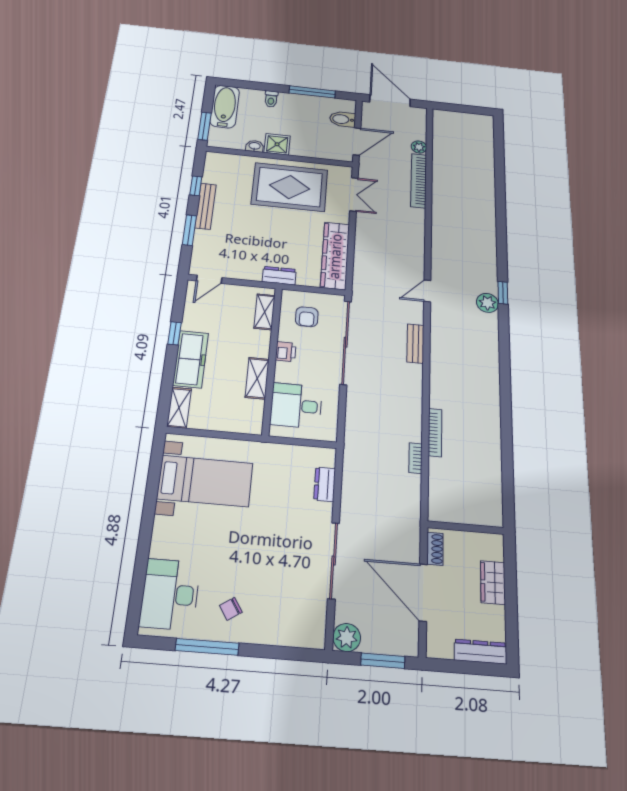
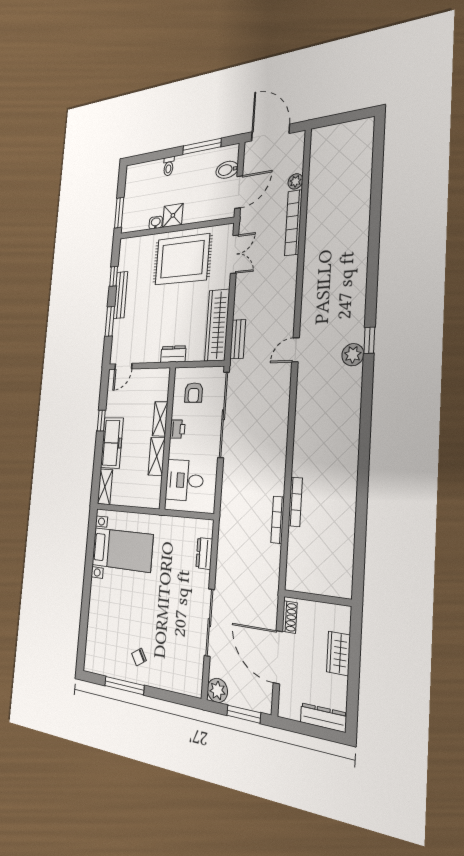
bathtub: (225, 107) -> (133, 187), removed
shelving: (265, 312) -> (160, 419), moved
bench: (415, 344) -> (238, 339), moved
bookcase: (415, 458) -> (278, 520), width x1.56
desk: (170, 594) -> (102, 642), removed

